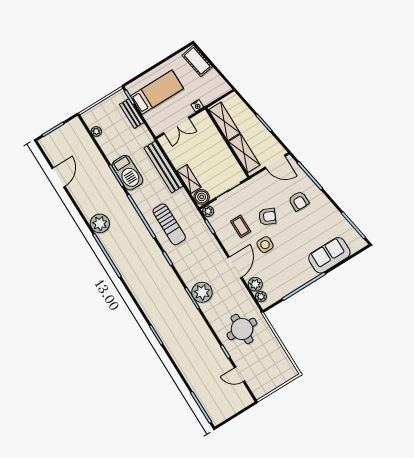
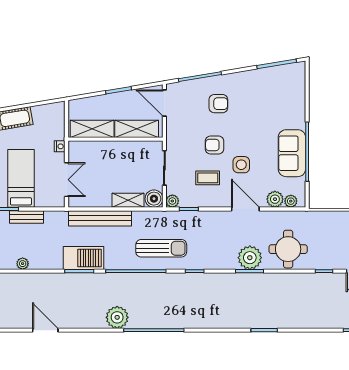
door: (275, 162) -> (164, 103), swing flipped
armchair: (267, 217) -> (215, 145), turned -115
sofa: (329, 255) -> (292, 153), moved
round table: (242, 329) -> (288, 249), moved

